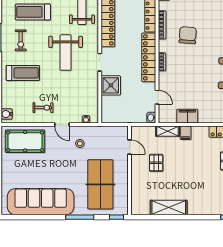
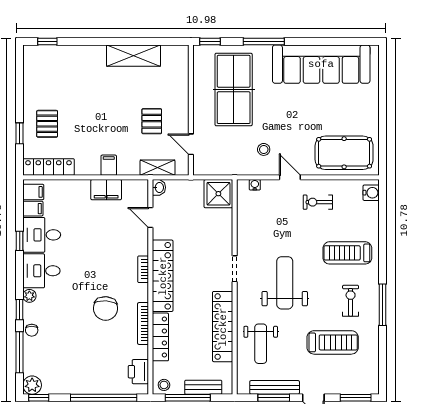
shower: (111, 85) -> (218, 194), moved
shelving: (168, 131) -> (157, 168), moved

